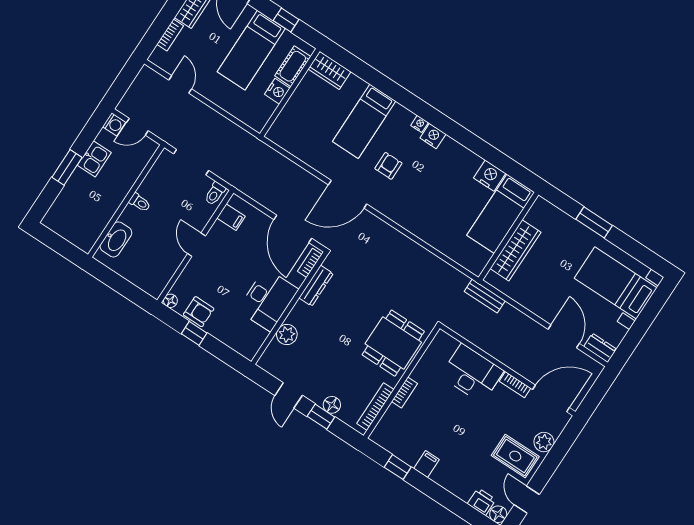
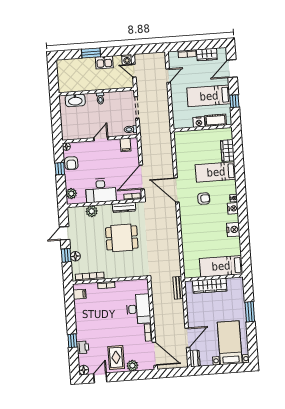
wardrobe: (329, 70) -> (228, 151), moved
nightstand: (490, 176) -> (233, 230), moved
dining table: (393, 343) -> (122, 238), moved
plant: (241, 344) -> (71, 194), added
filing cabinet: (426, 464) -> (80, 294), moved
window: (398, 467) -> (72, 341), moved
printer: (482, 502) -> (83, 347), moved

